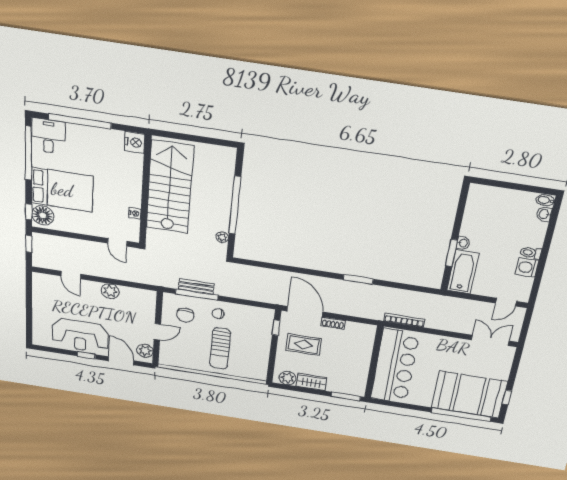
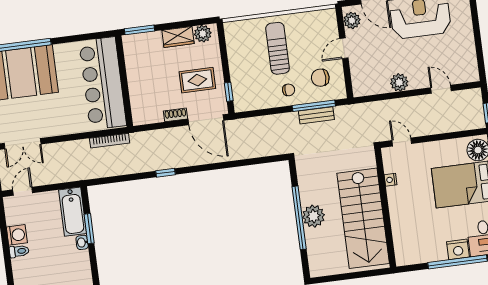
nightstand: (135, 142) -> (458, 249), moved, turned -90
plant: (222, 237) -> (313, 216), moved, width x1.88, depth x1.88
window: (358, 279) -> (165, 173), width x0.67
chair: (185, 315) -> (320, 78), turned -90

